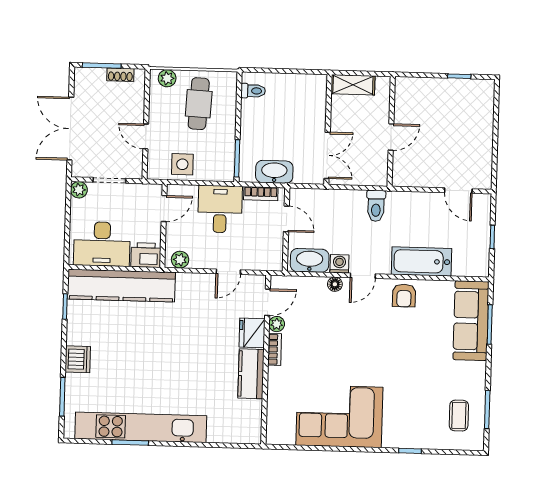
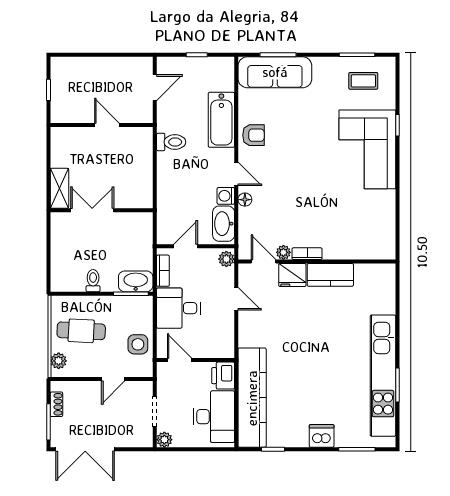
toilet: (253, 91) -> (93, 281), moved
double door: (70, 129) -> (85, 449), moved
wall: (391, 131) -> (102, 125), moved
door: (391, 137) -> (107, 125), moved
double door: (327, 155) -> (92, 210), moved
washbasin: (274, 172) -> (136, 281), moved, turned 90
toilet: (376, 206) -> (171, 142), moved
plant: (180, 260) -> (226, 259), moved
corner sofa: (339, 416) -> (367, 149), moved

